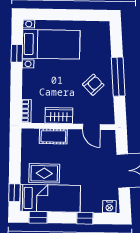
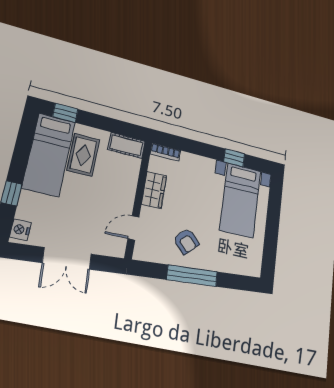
cot: (53, 136) -> (126, 145), moved, turned 90
window: (38, 217) -> (26, 134), removed

